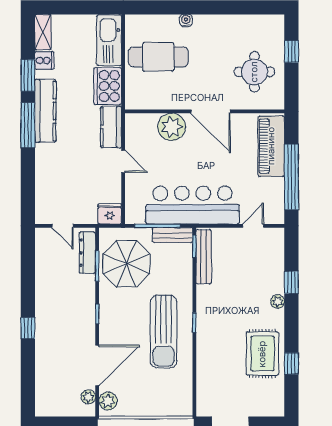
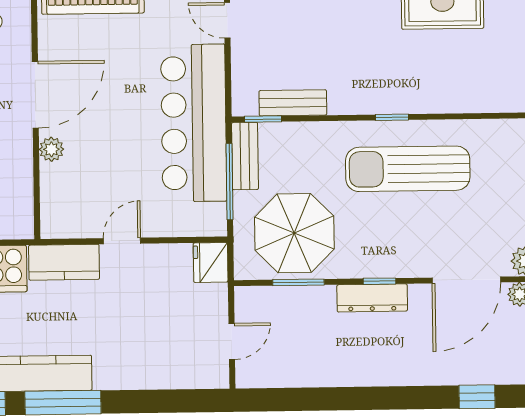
plant: (172, 127) -> (51, 149), width x0.53, depth x0.53
dresser: (87, 253) -> (372, 298), moved
bench: (204, 257) -> (293, 103), width x0.73
window: (28, 328) -> (477, 397), moved
sun lounger: (164, 332) -> (408, 169), turned 180
door: (97, 365) -> (466, 280), swing flipped

